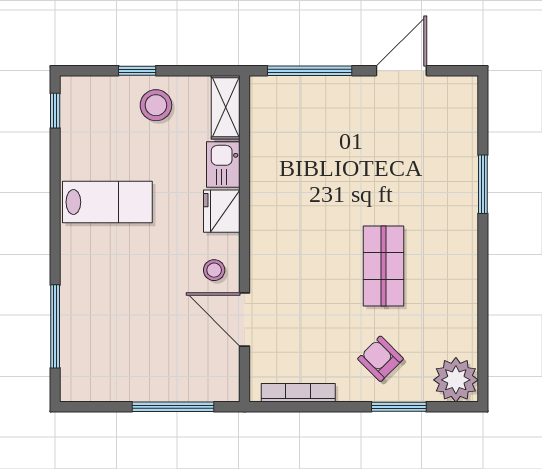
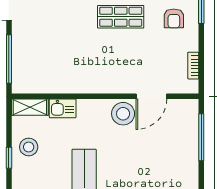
fridge: (222, 211) -> (89, 109), removed
stool: (214, 270) -> (123, 114), width x1.89, depth x1.89
armchair: (381, 359) -> (174, 18), turned -45
bookcase: (298, 393) -> (193, 66), width x0.64

